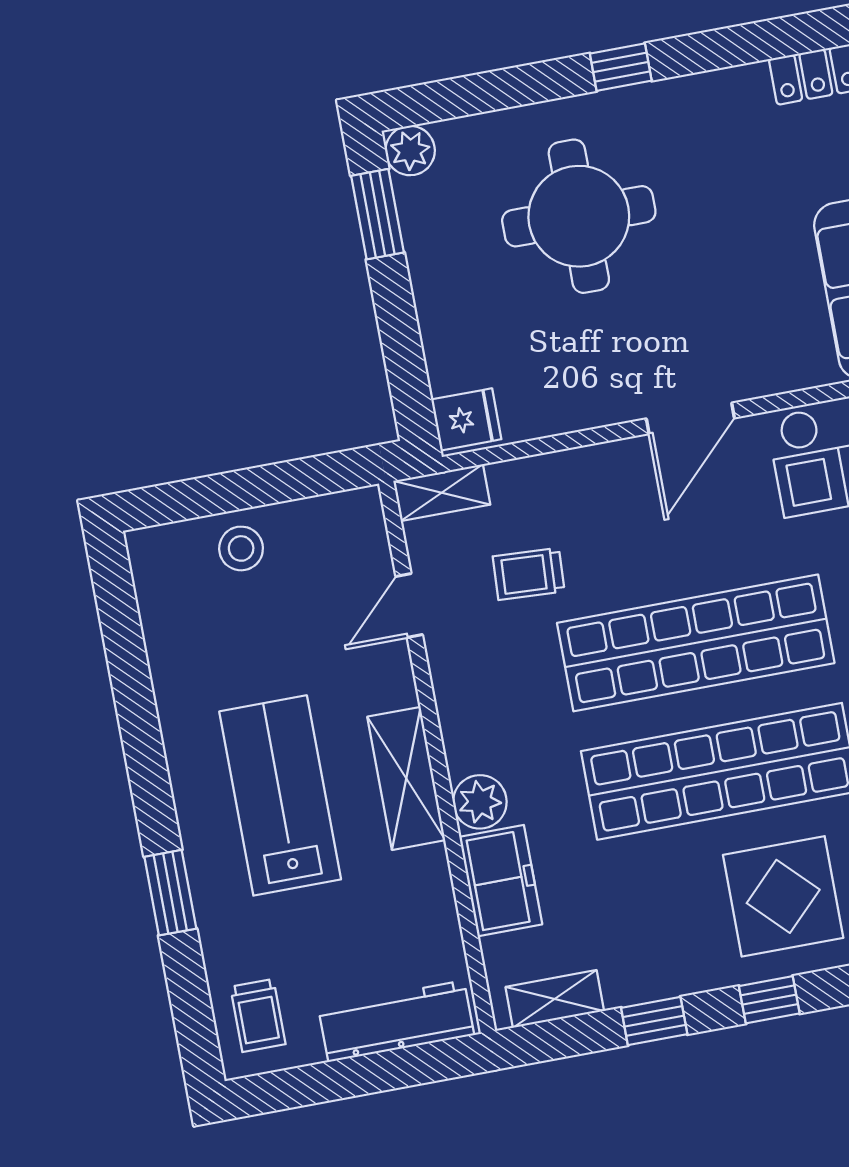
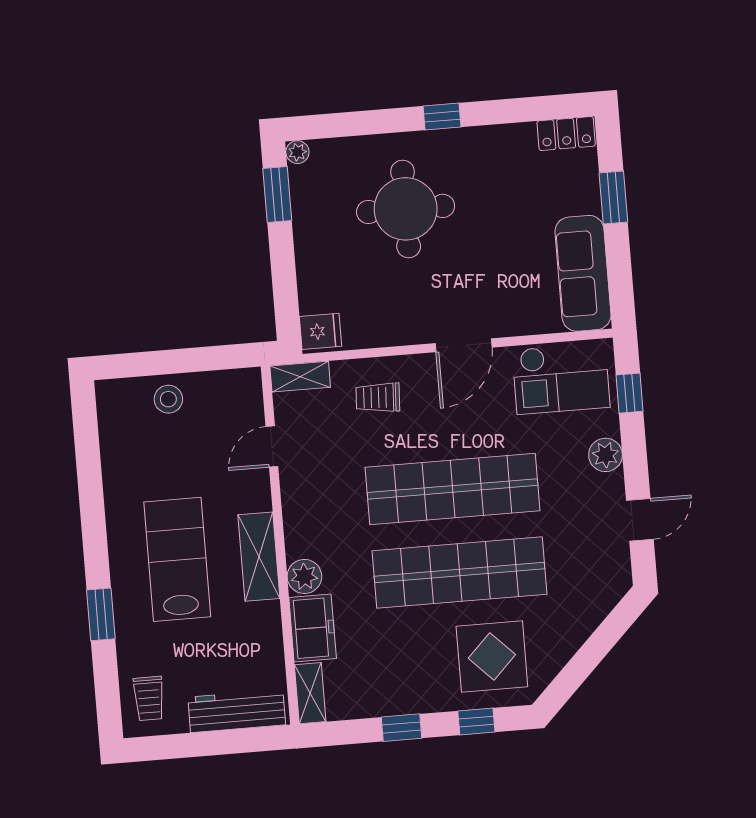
plant: (410, 151) -> (297, 152), width x0.73, depth x0.73
trolley: (529, 574) -> (378, 398), moved
shelving: (555, 999) -> (310, 693), moved, turned 90

